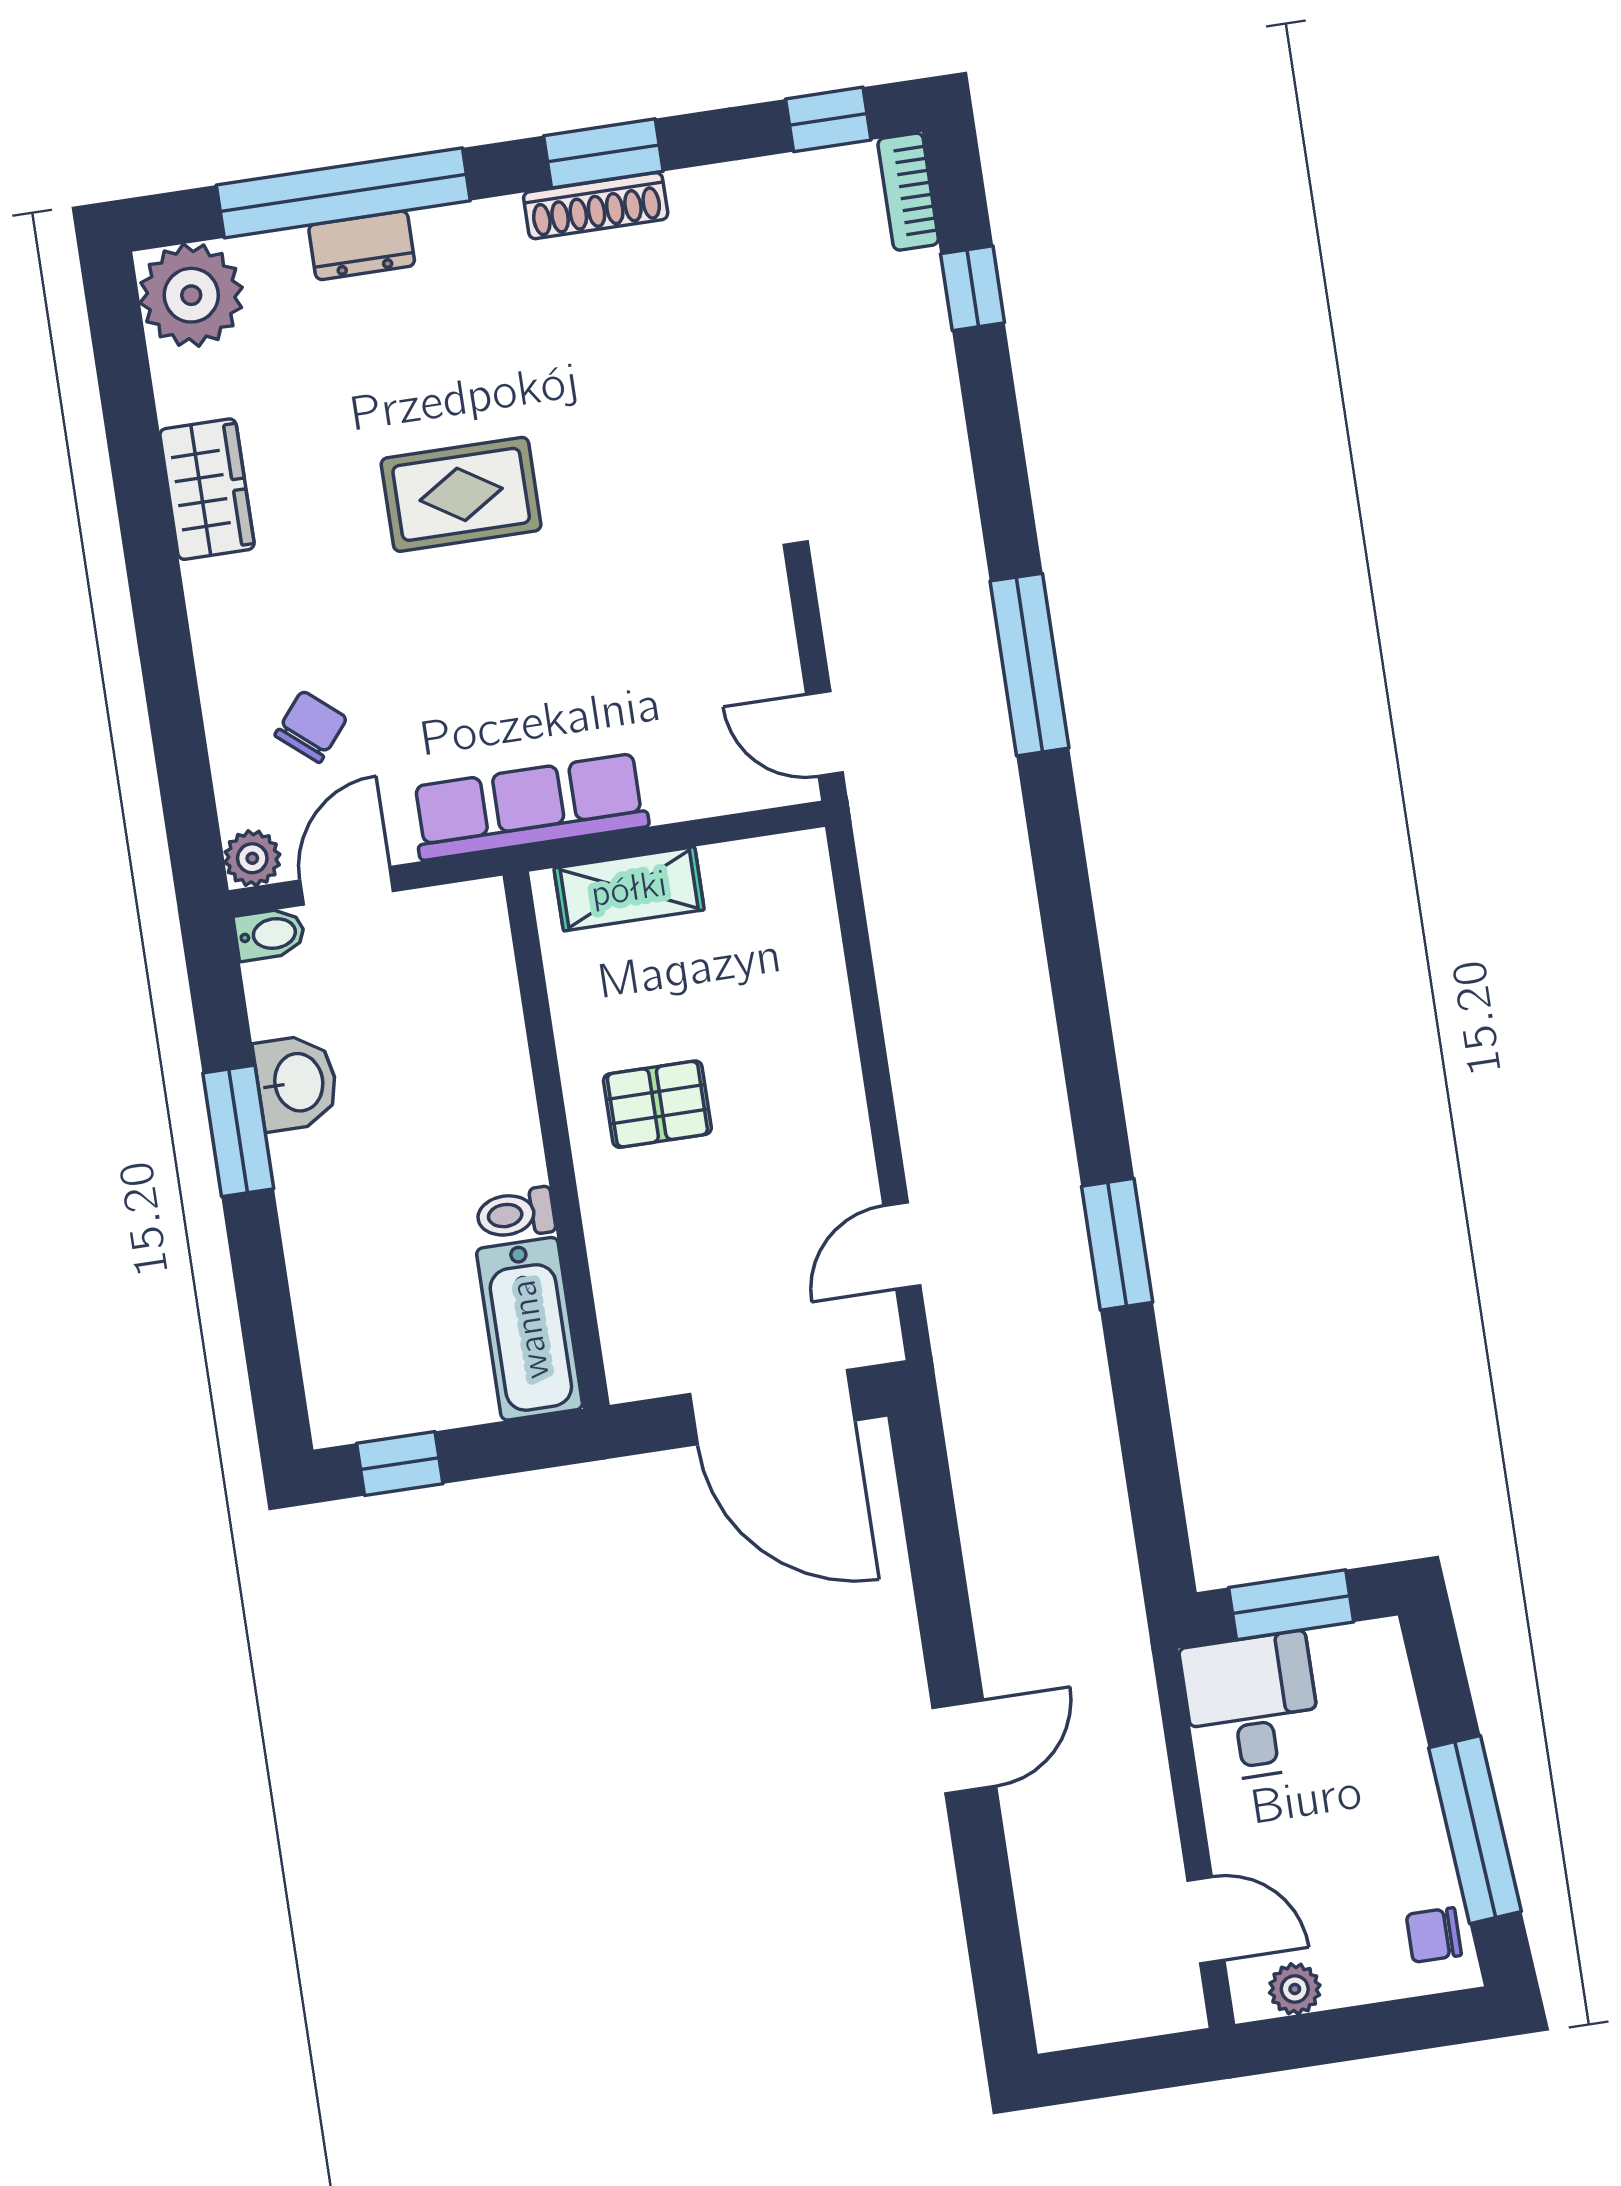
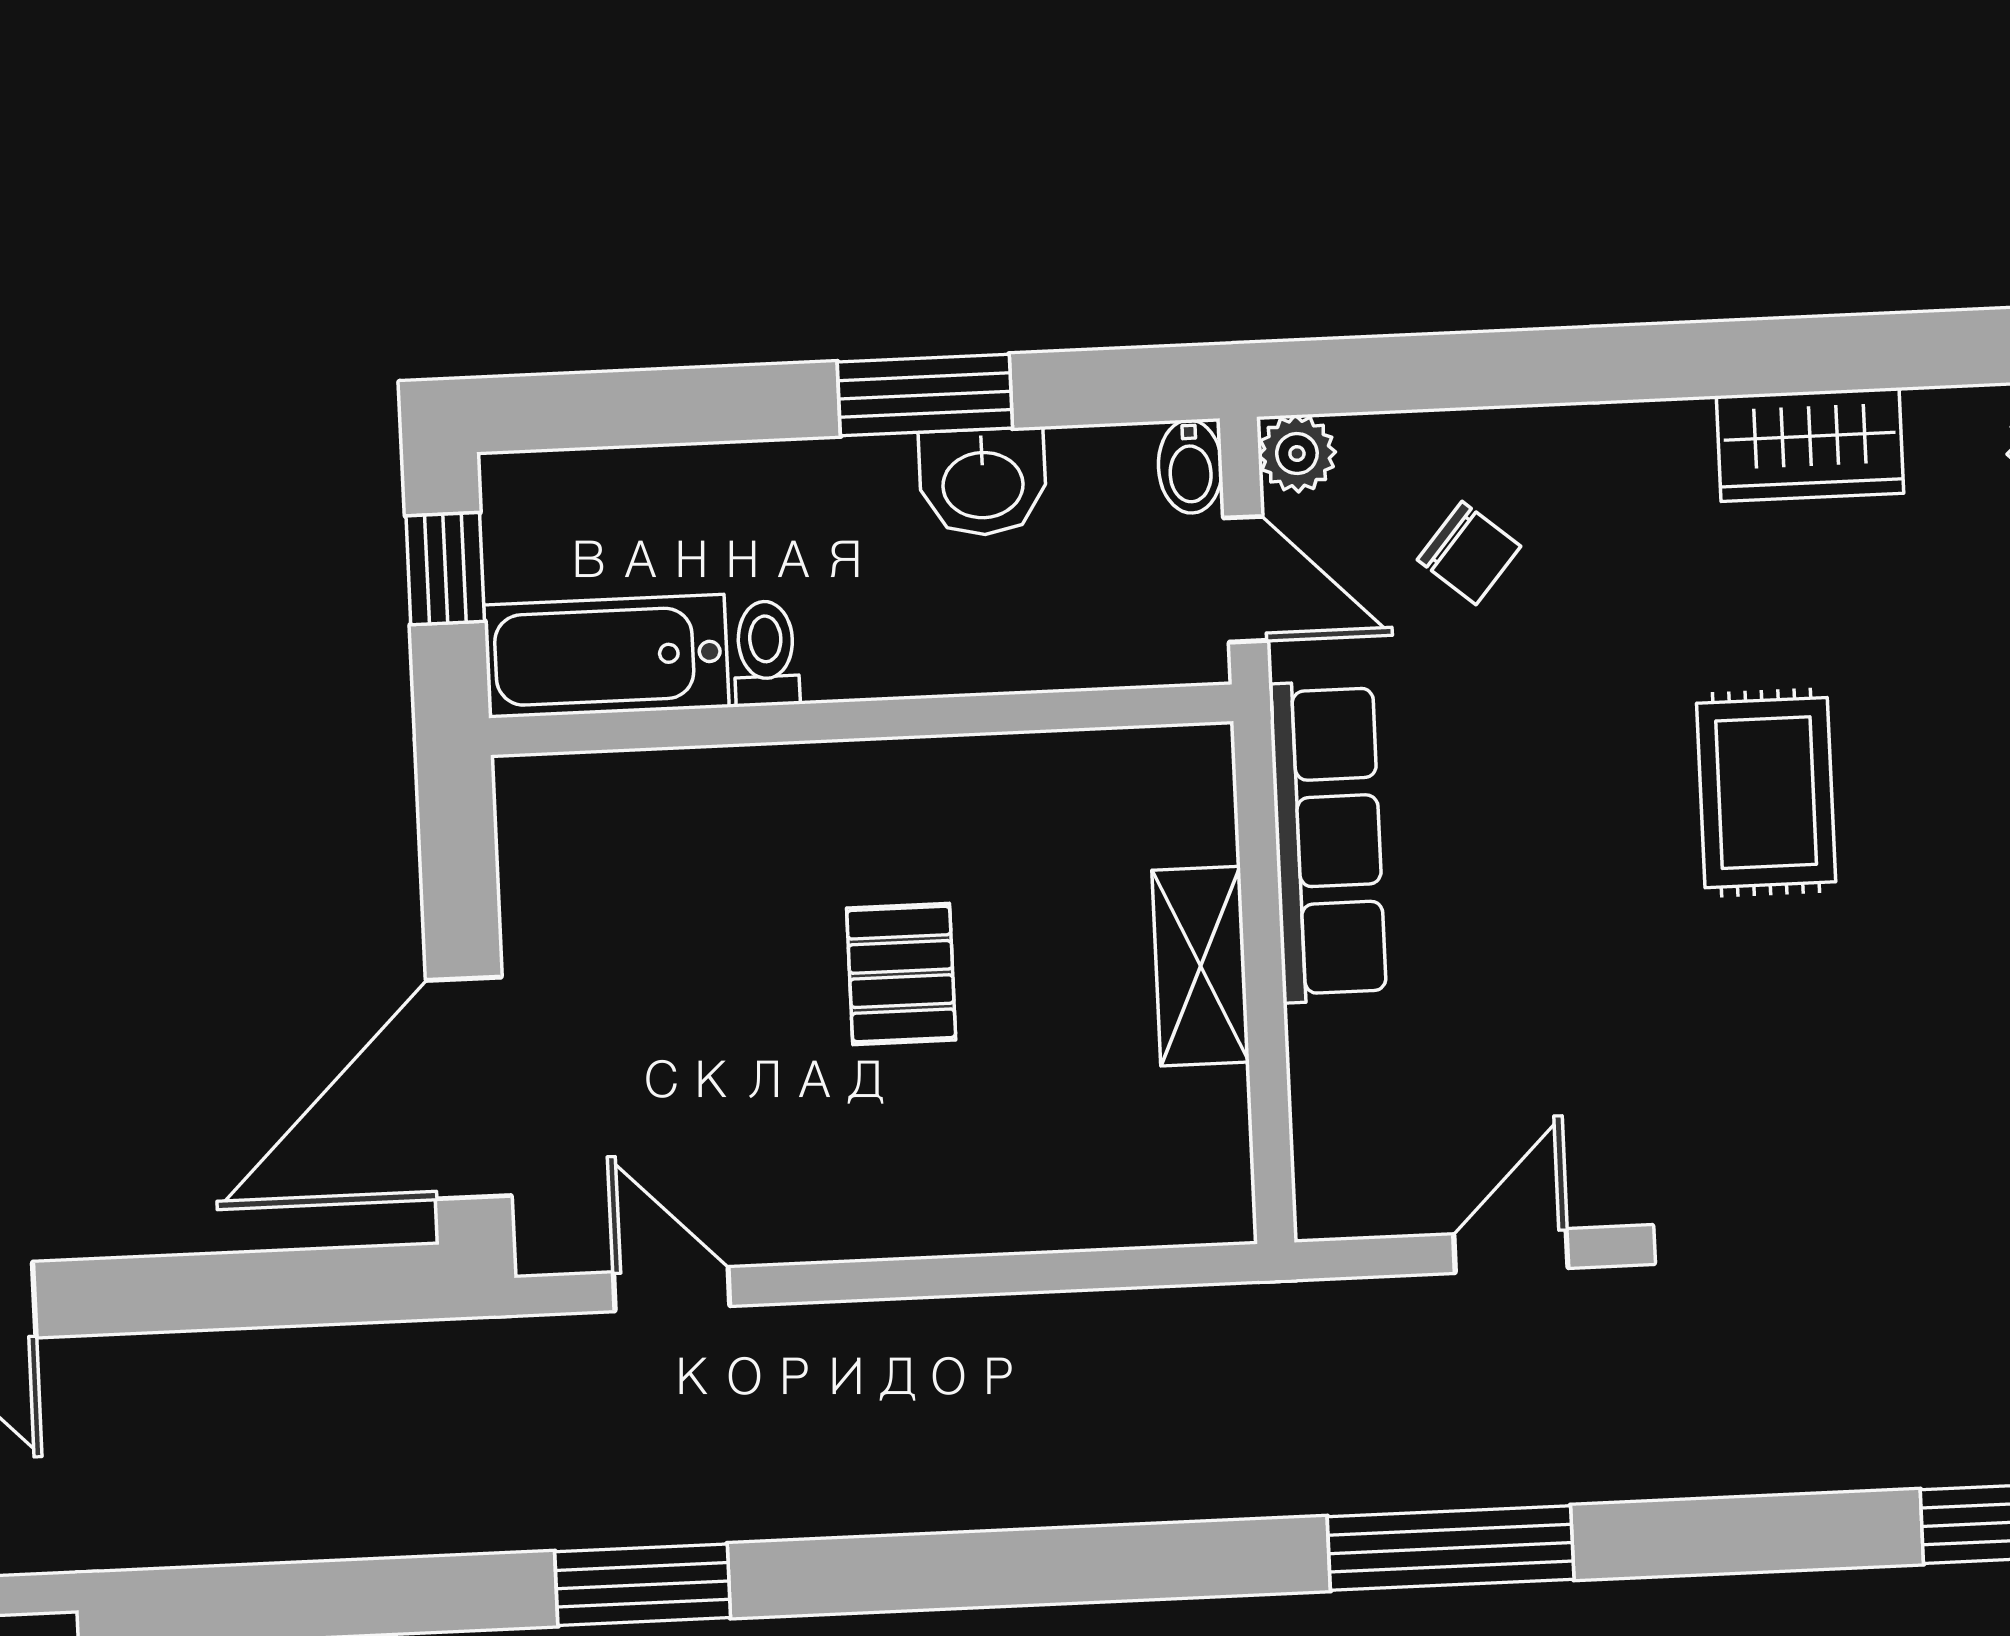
door: (825, 734) -> (1511, 1251), moved
wall: (556, 1140) -> (861, 720), moved
toilet: (516, 1214) -> (766, 653), moved
bathtub: (530, 1329) -> (606, 656), moved

